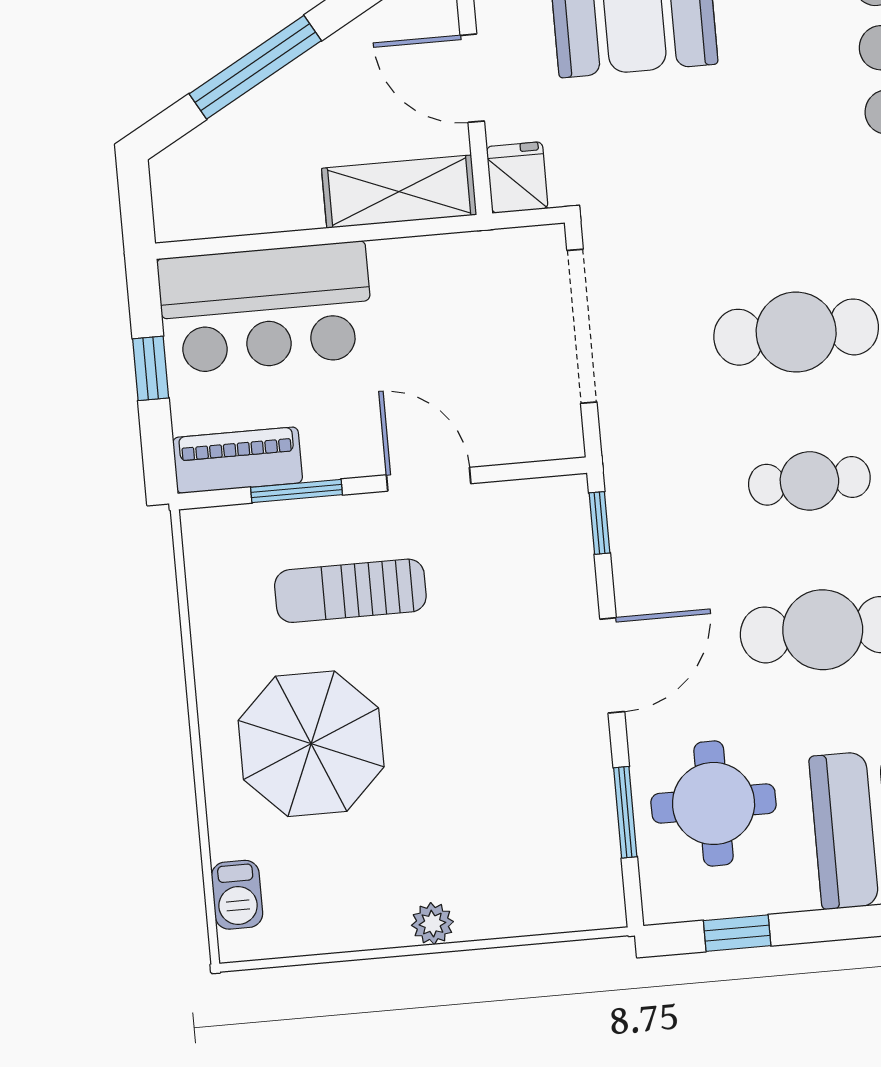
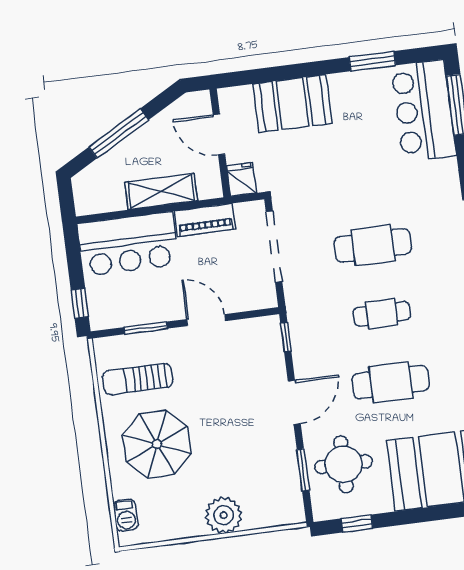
shelving: (399, 192) -> (161, 191), moved
window: (151, 368) -> (80, 303), moved
piano: (238, 460) -> (205, 220), moved, turned 180
sun lounger: (350, 591) -> (138, 379), moved
plant: (432, 924) -> (224, 515), width x1.88, depth x1.88

